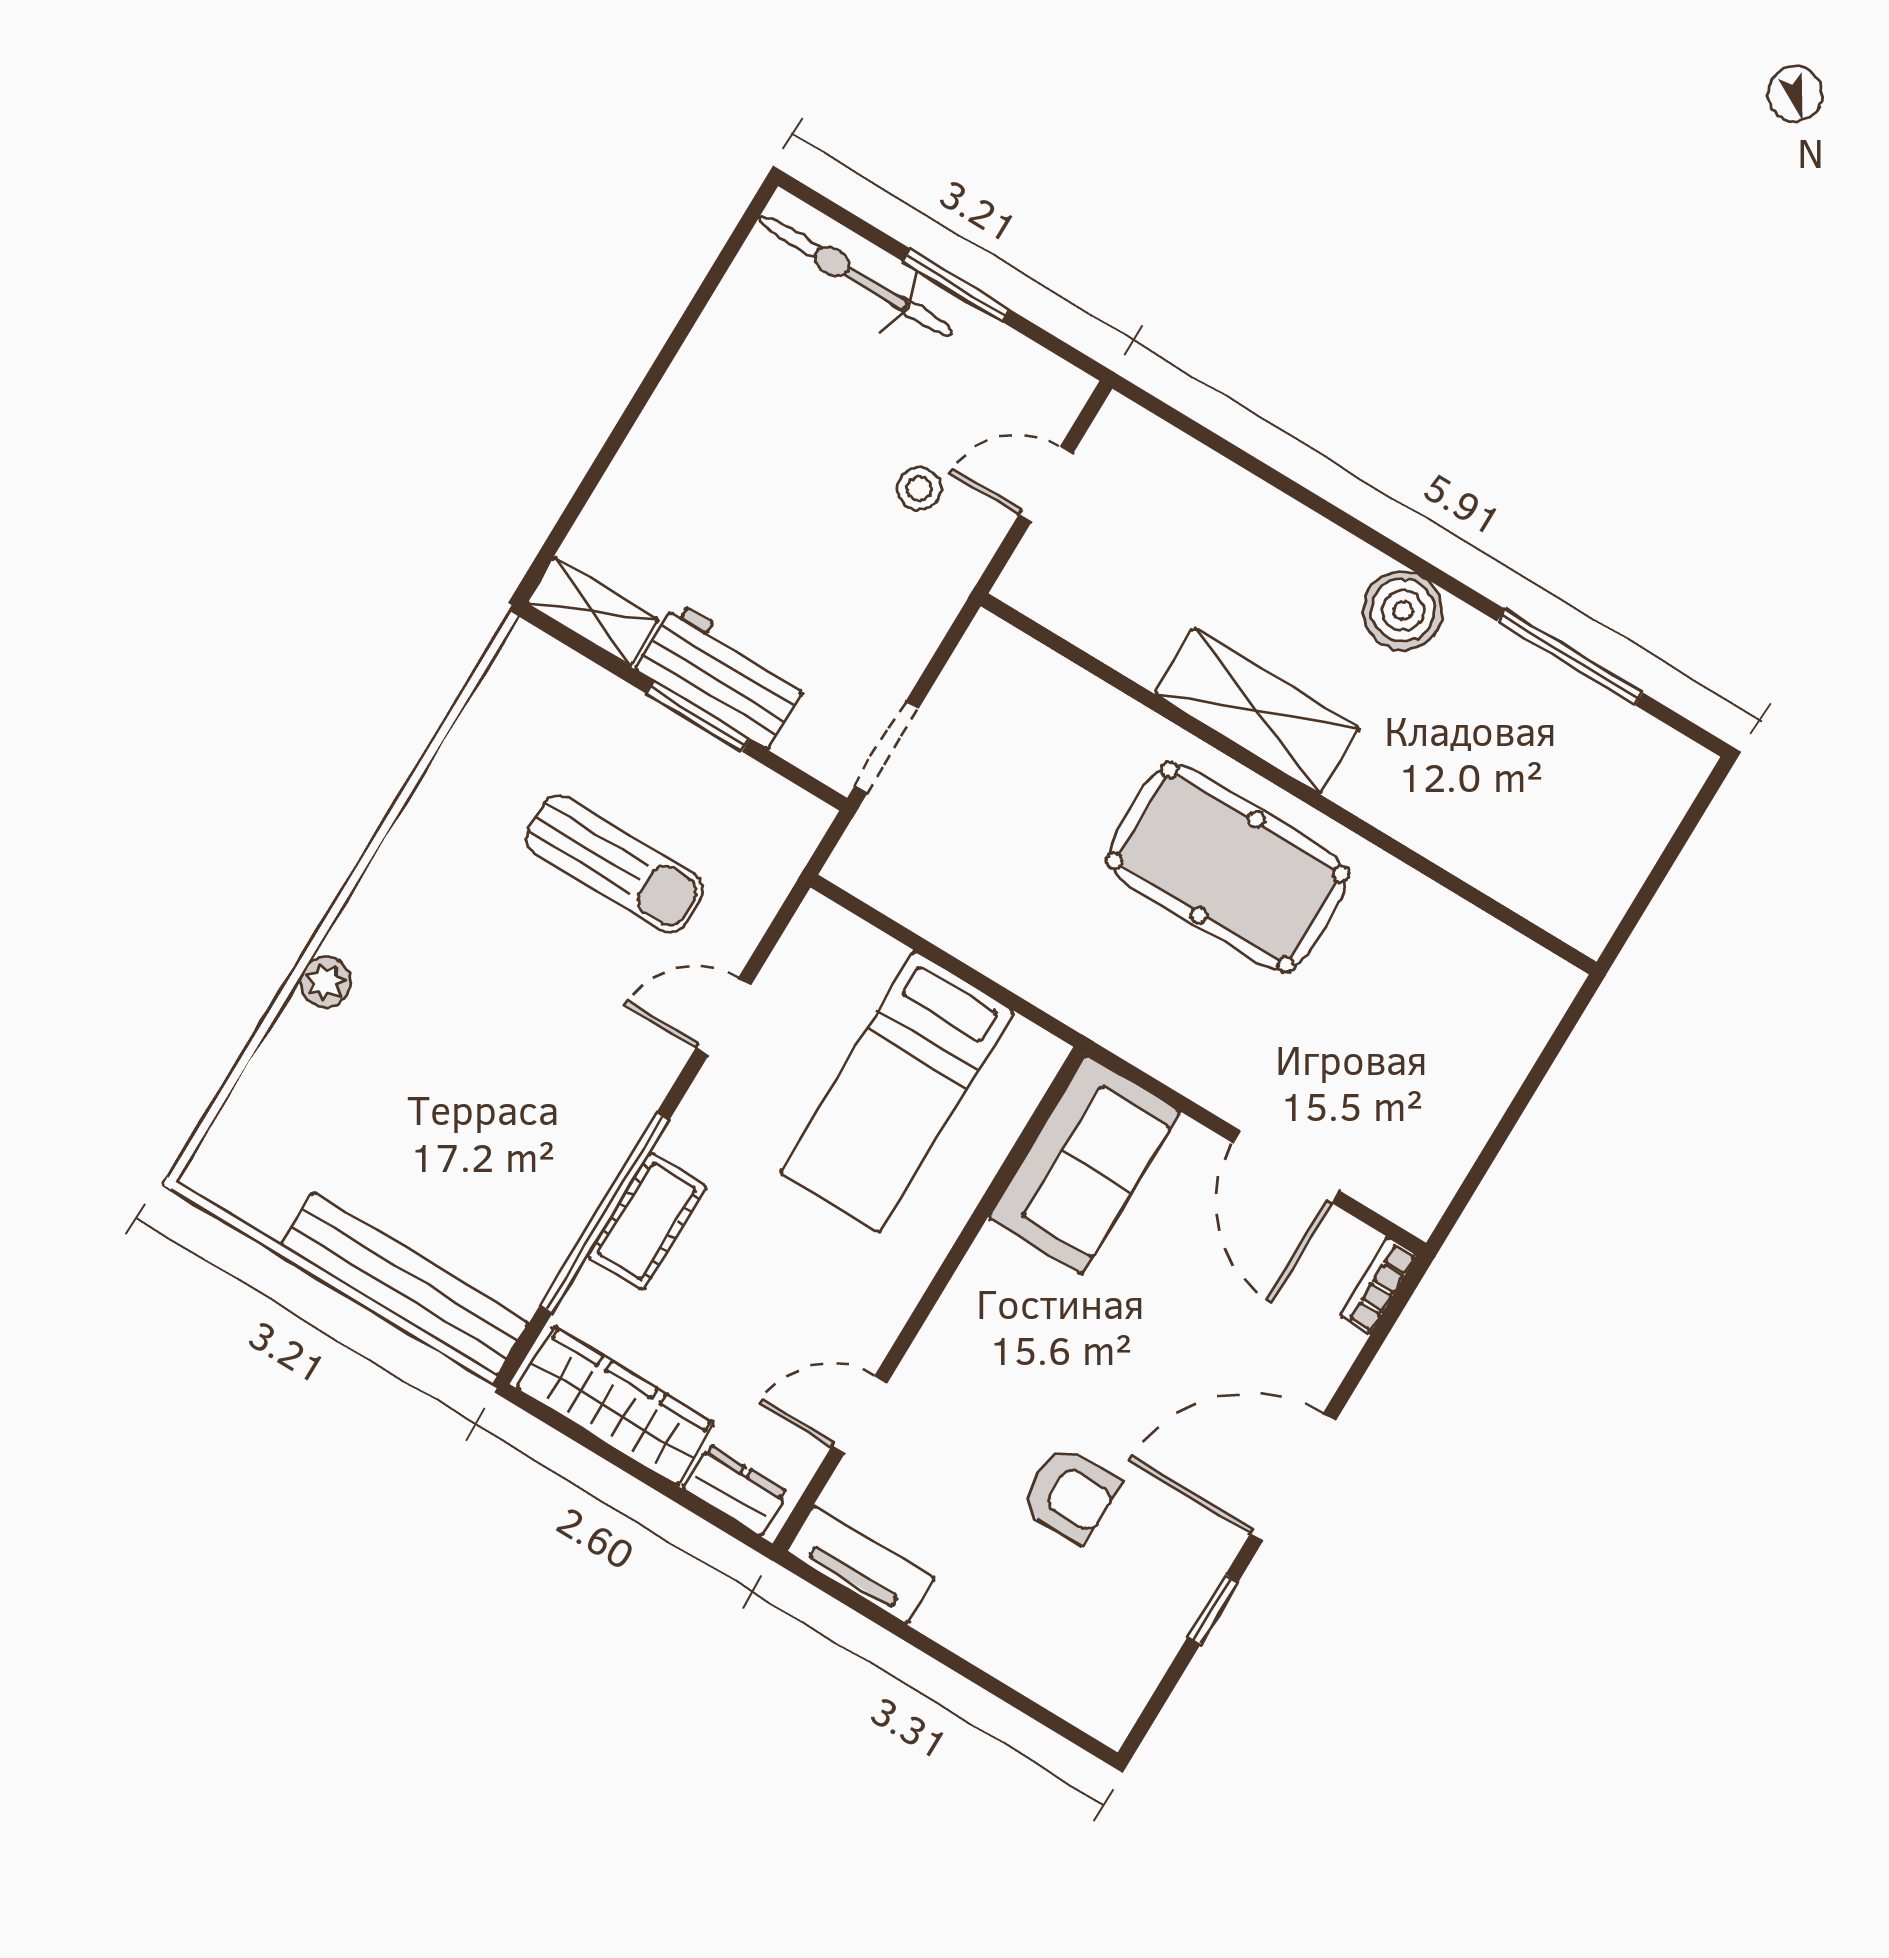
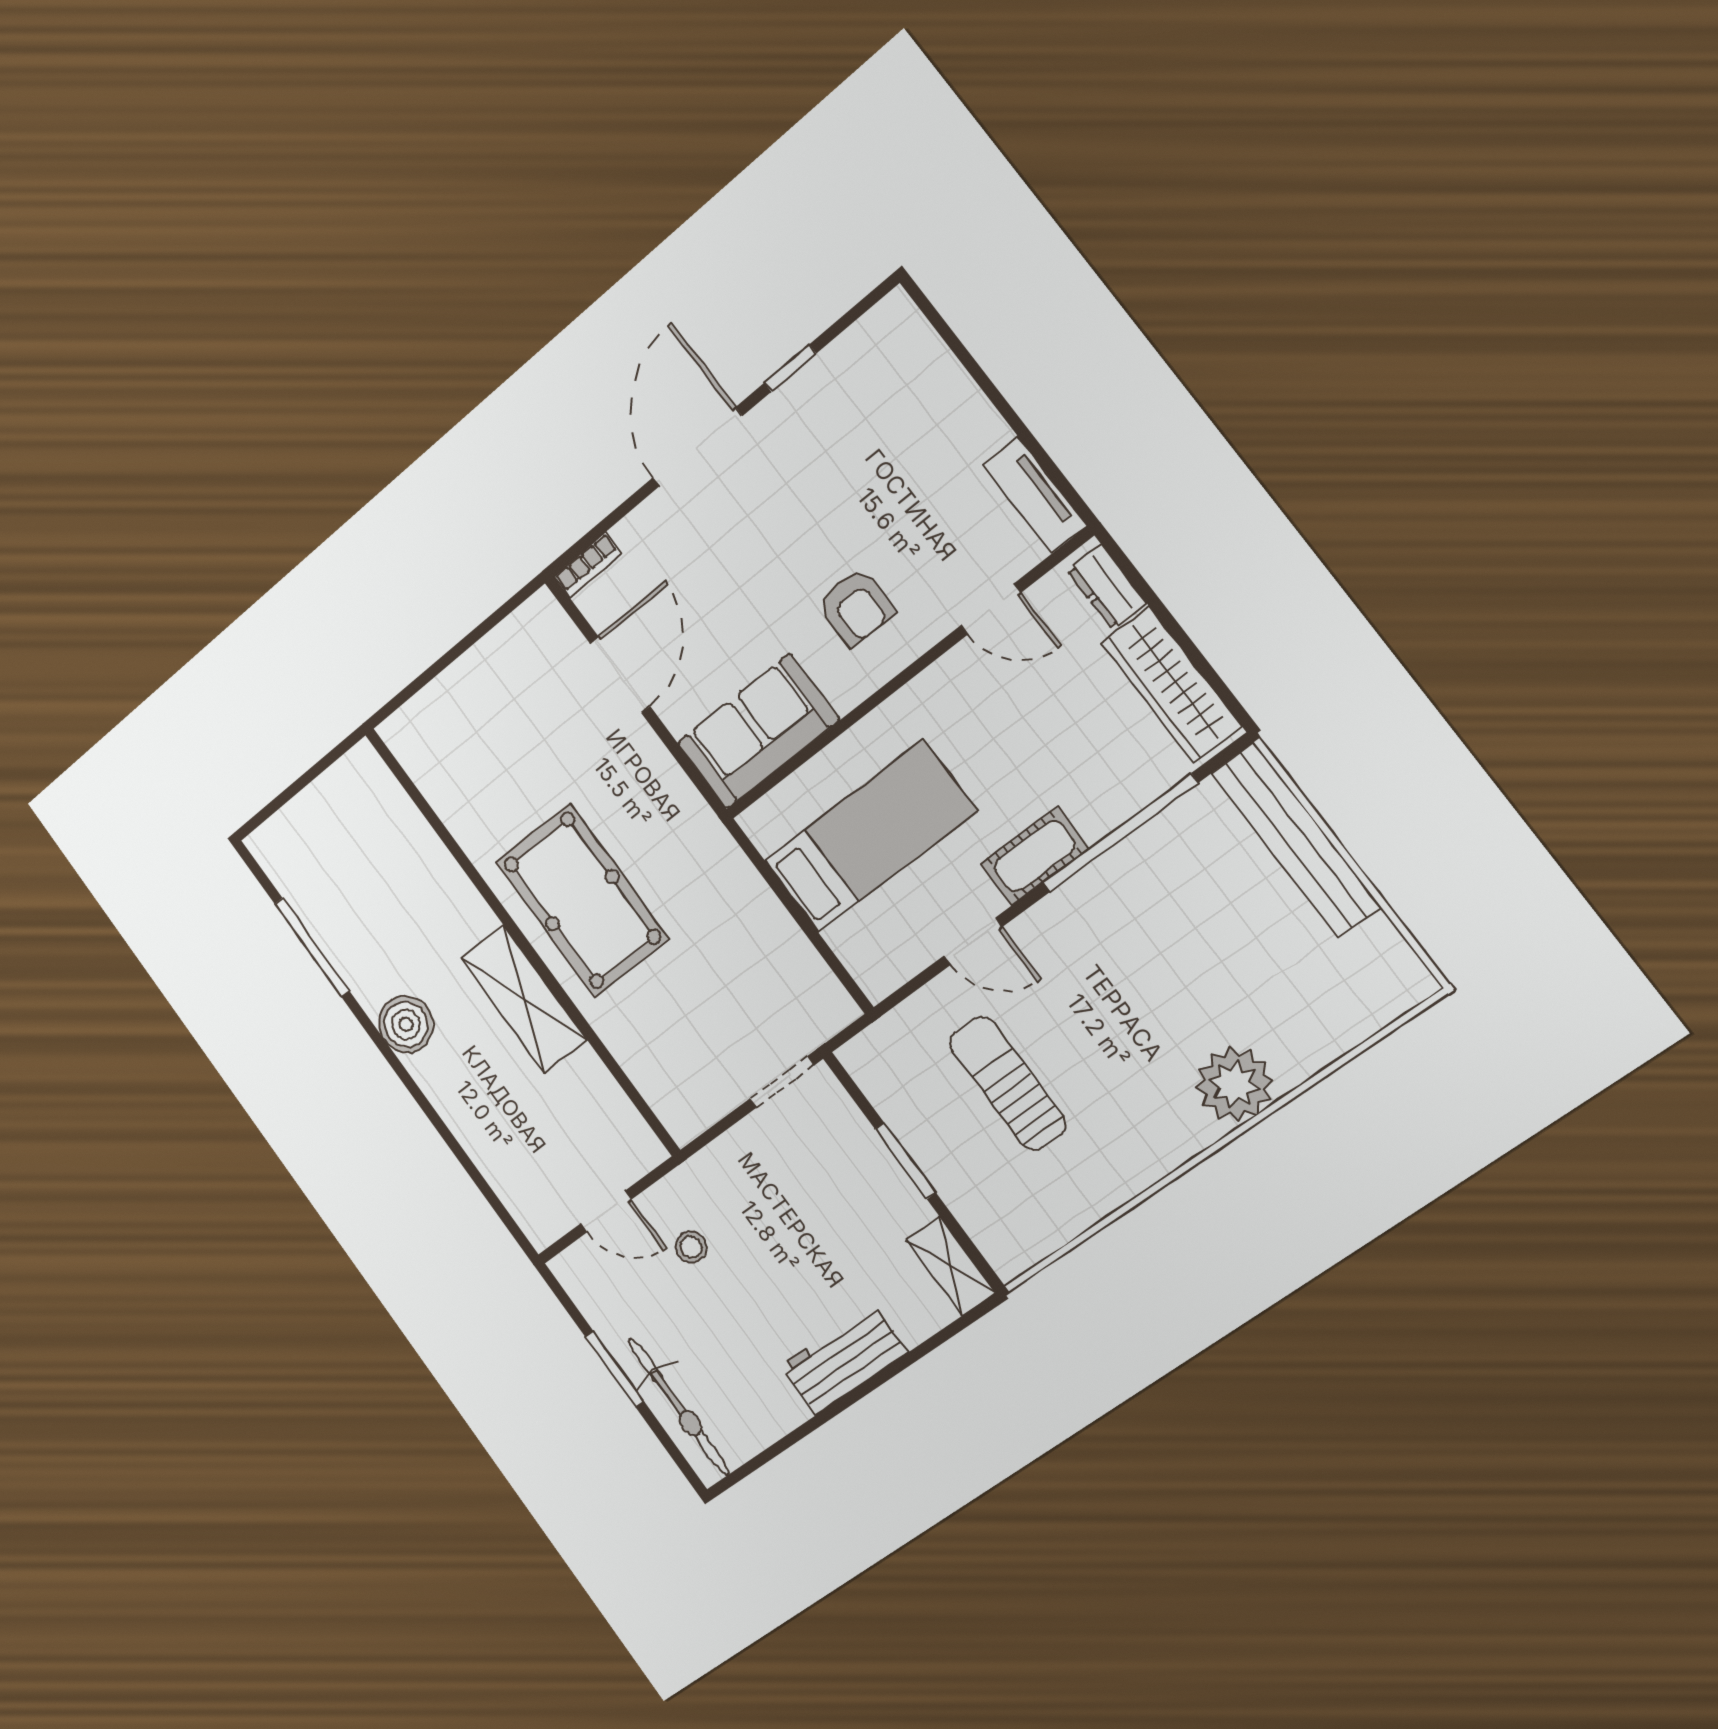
workbench: (722, 675) -> (844, 1359), moved, turned 90
plant: (326, 982) -> (1234, 1084), width x1.87, depth x1.87
cot: (647, 1221) -> (1034, 856), moved
door: (1293, 1477) -> (697, 447), swing flipped
armchair: (1070, 1494) -> (856, 607), moved, turned 180

